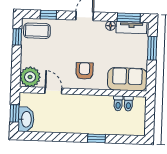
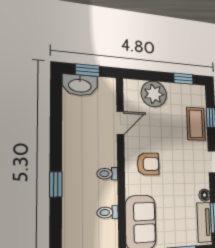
coffee table: (37, 31) -> (196, 124), moved
plant: (30, 77) -> (154, 94), moved
toilet: (128, 104) -> (107, 174), moved

